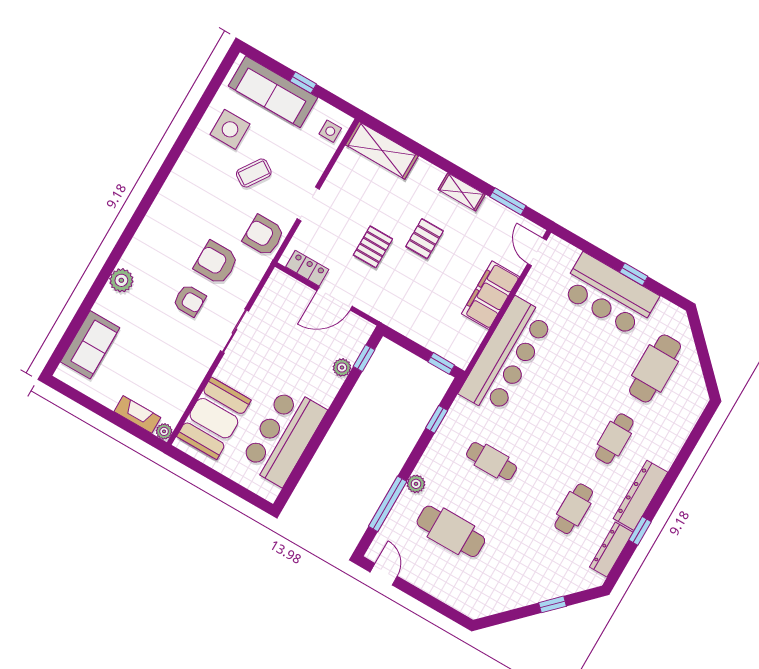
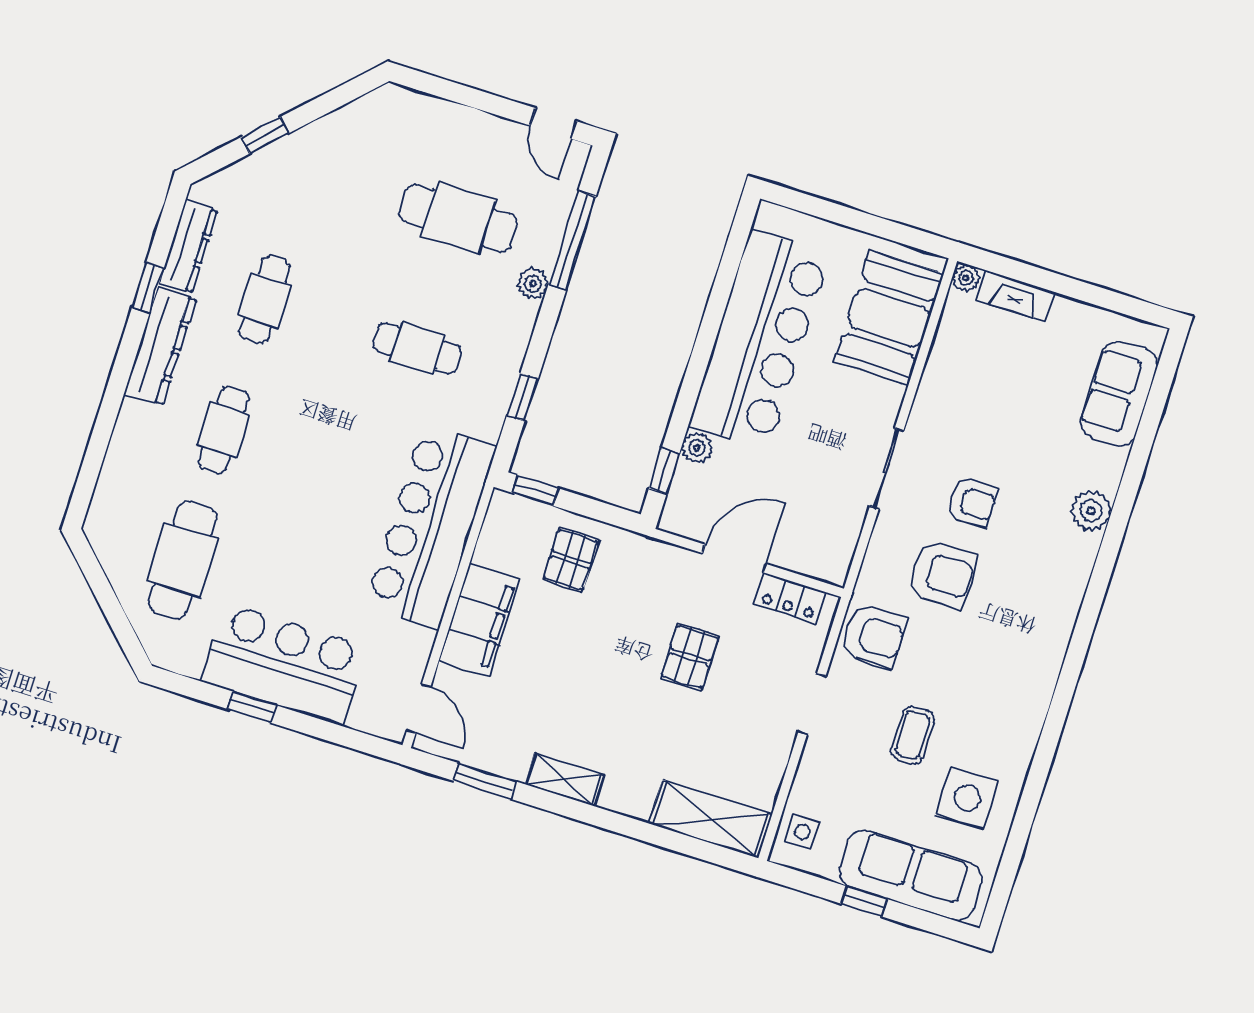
coffee table: (254, 173) -> (913, 735), turned -34
pallet: (424, 239) -> (571, 560), moved
armchair: (189, 300) -> (972, 502), turned 180
bar counter: (283, 436) -> (760, 340), width x1.36

